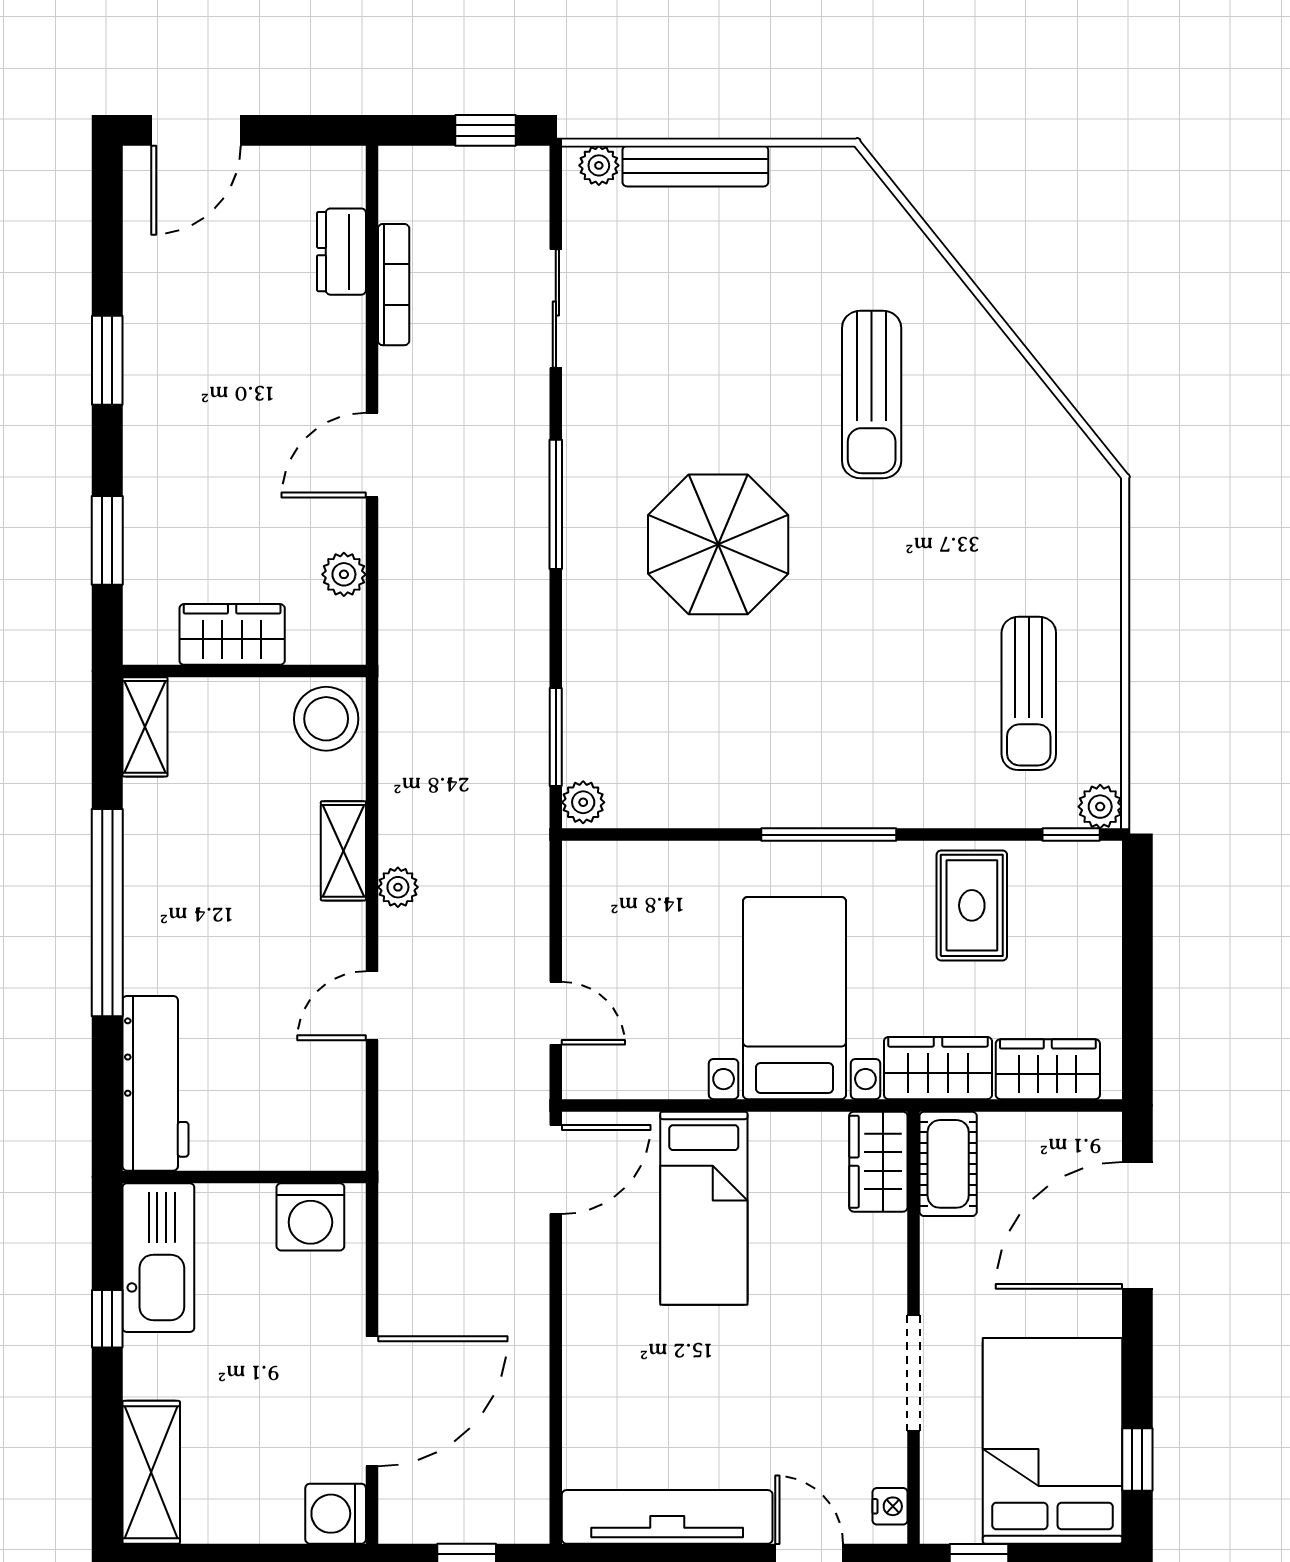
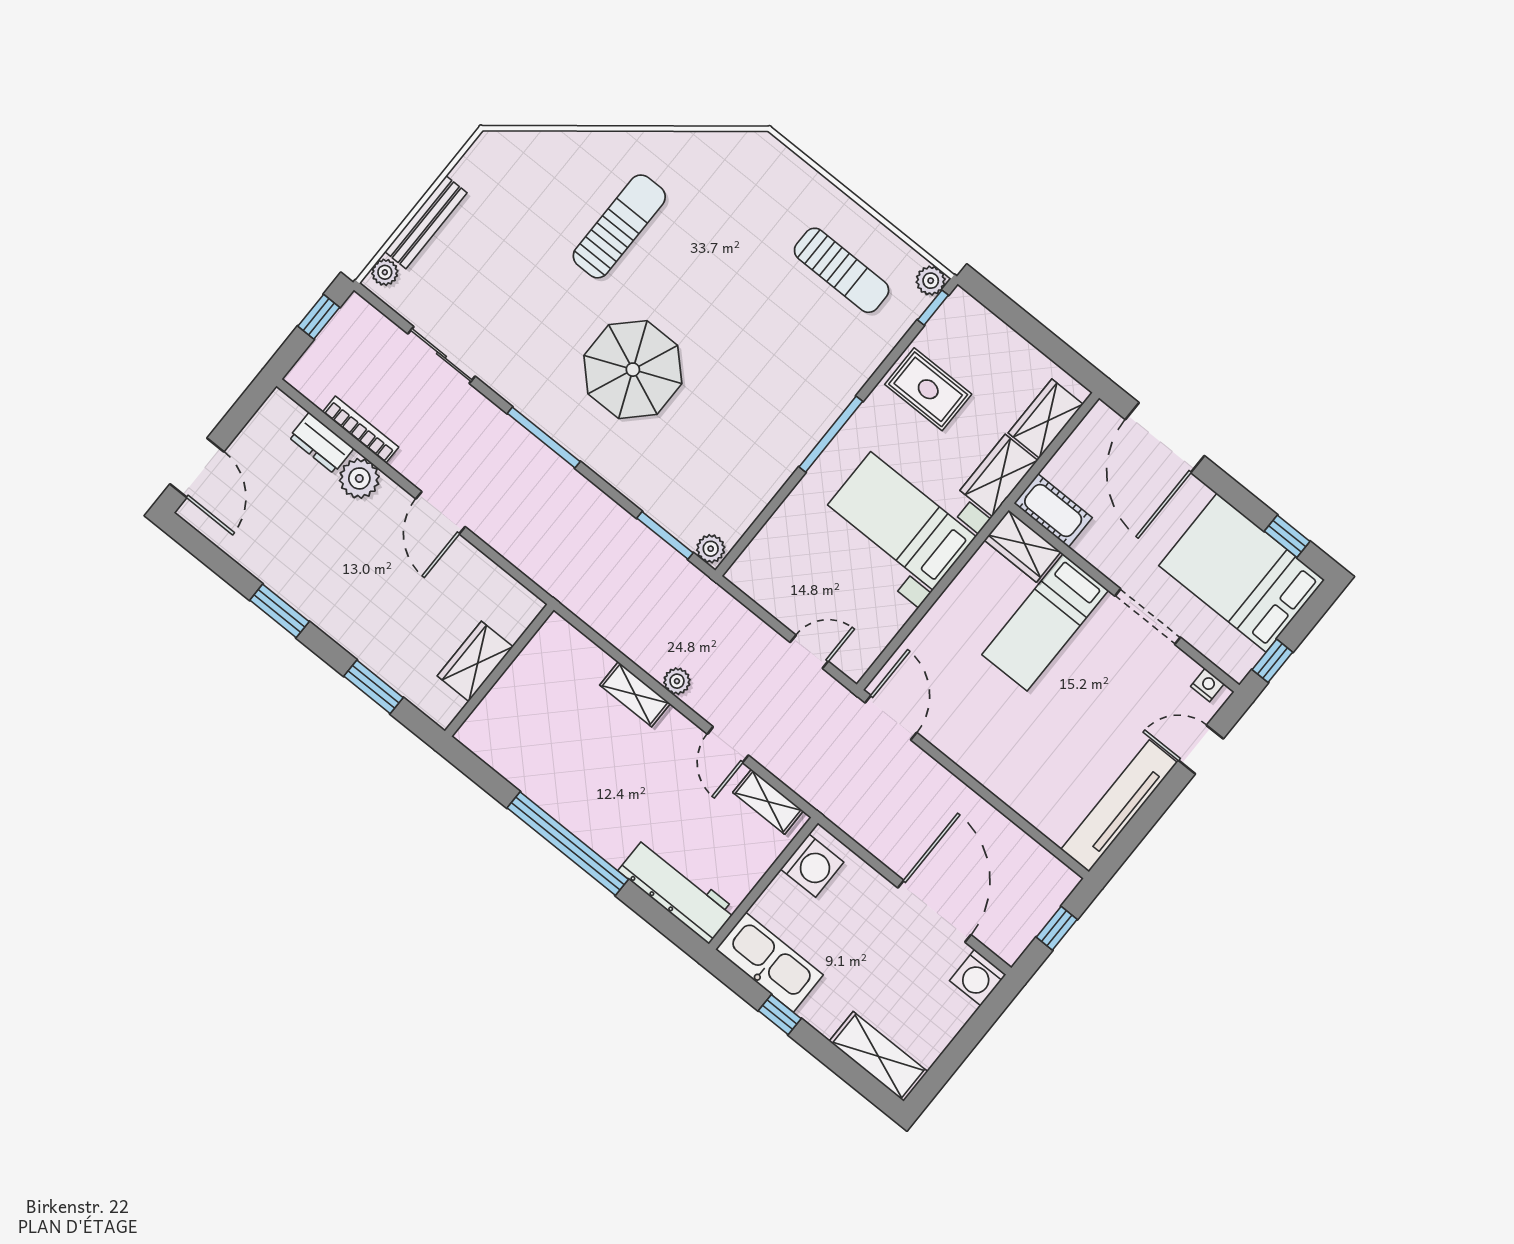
sun lounger: (872, 395) -> (619, 226), turned -90
plant: (344, 574) -> (359, 478), moved, width x1.38, depth x1.38
stool: (326, 719) -> (559, 648), removed
shelving: (145, 727) -> (768, 802), moved
bed: (704, 1208) -> (1045, 622), moved, turned 90

